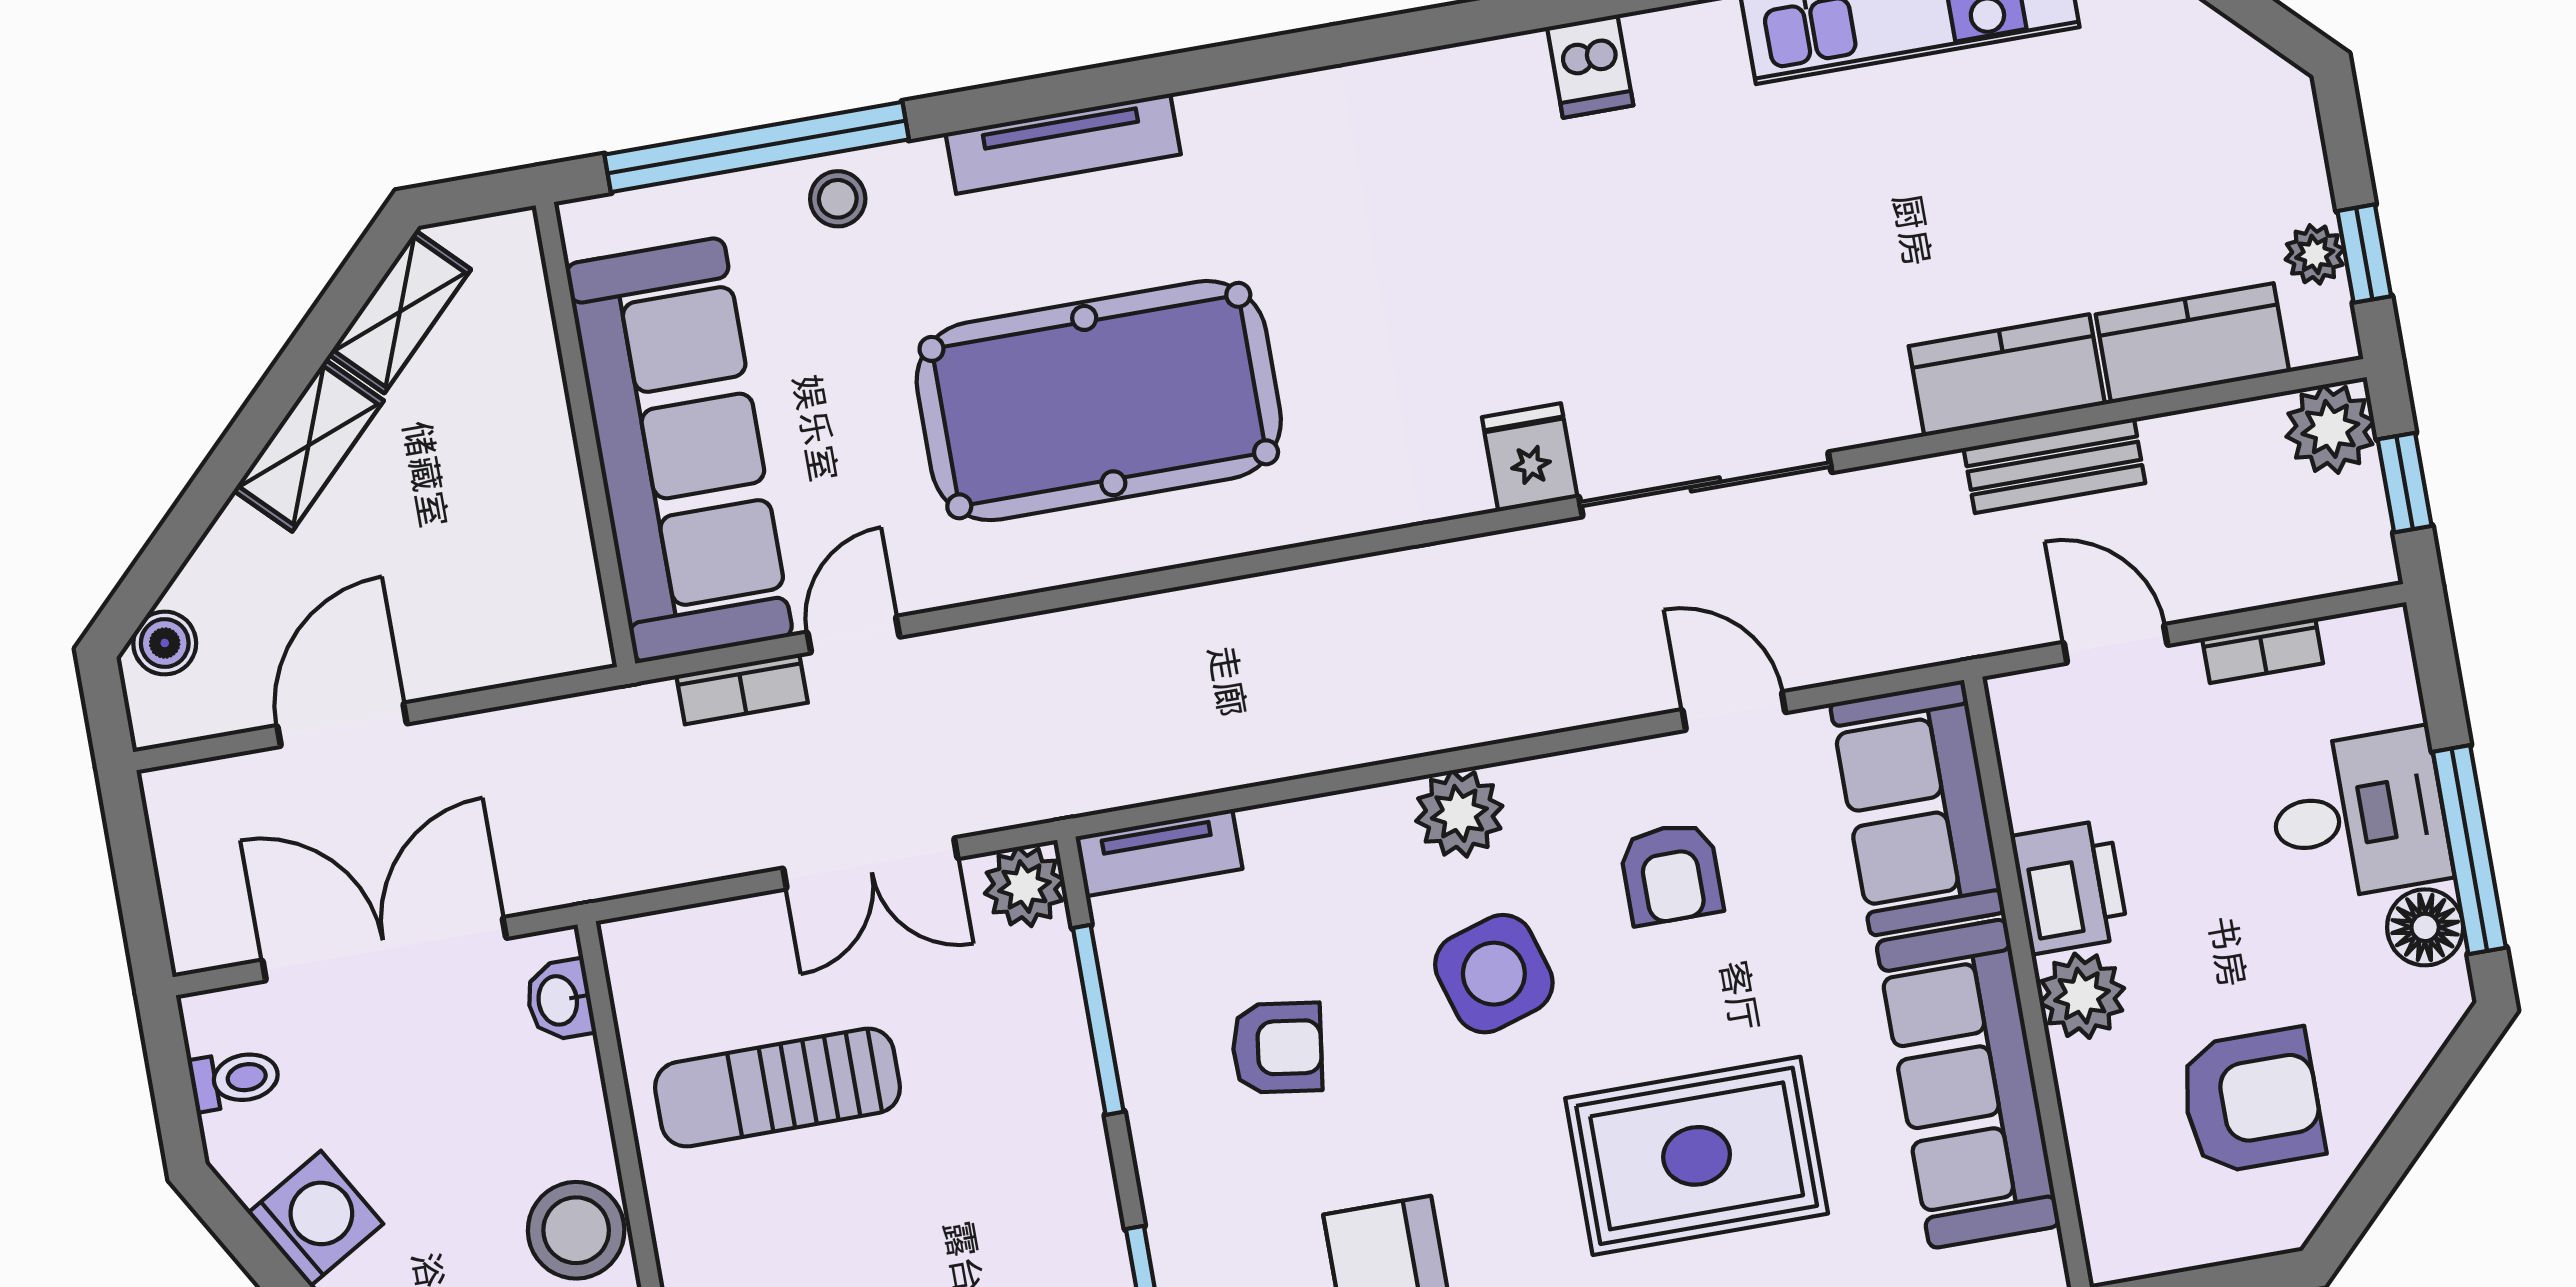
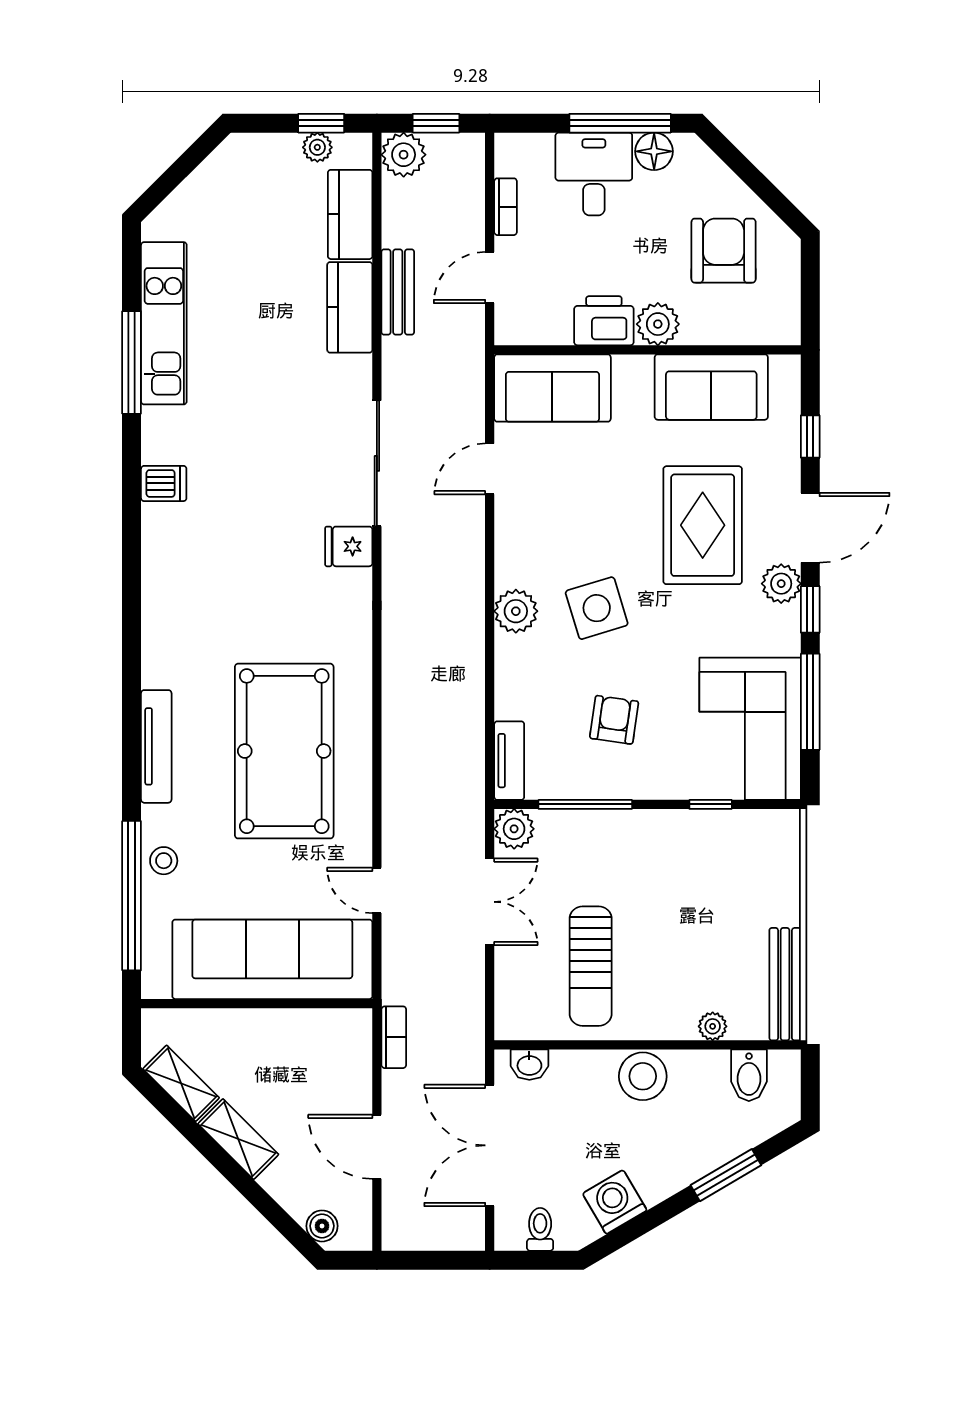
bookcase: (742, 689) -> (394, 1037), moved
armchair: (1671, 874) -> (563, 513), removed
sofa: (1968, 1084) -> (711, 387), width x0.73

